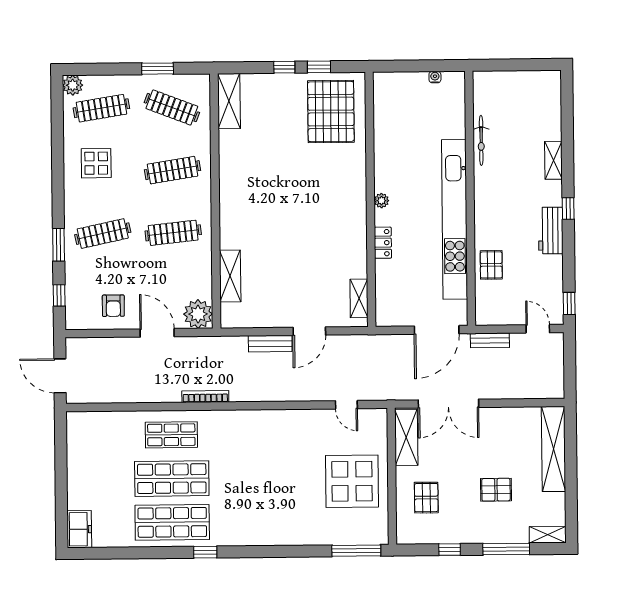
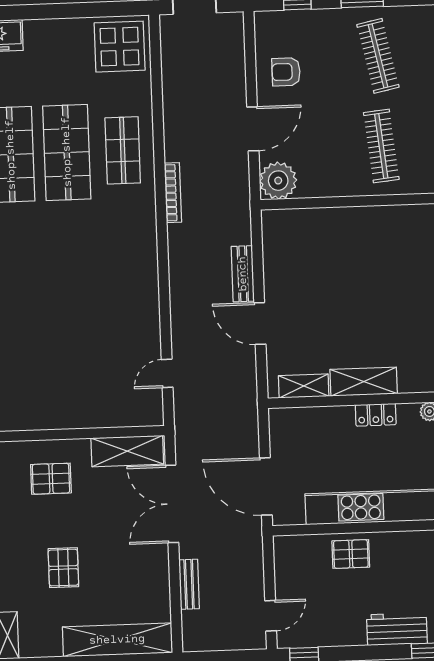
shelving: (230, 276) -> (364, 382), moved
bench: (490, 340) -> (189, 584), moved
display table: (352, 481) -> (120, 47), moved, width x0.73, depth x0.73

